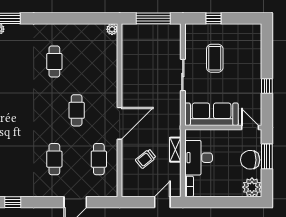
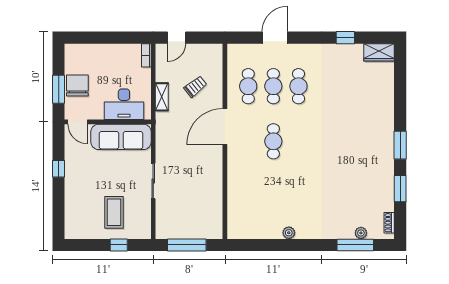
plant: (112, 29) -> (289, 233), moved
coffee table: (215, 58) -> (114, 212), moved
cafe table: (54, 62) -> (273, 86), moved
desk: (199, 158) -> (124, 104), moved, turned 90
chair: (250, 160) -> (77, 85), turned -90
plant: (252, 187) -> (75, 54), removed

